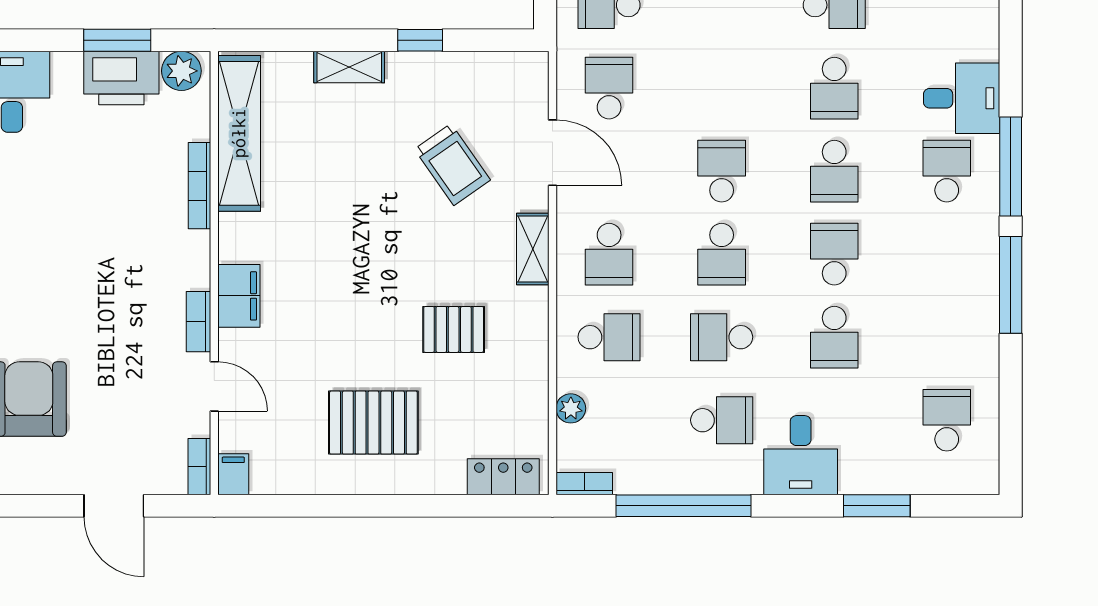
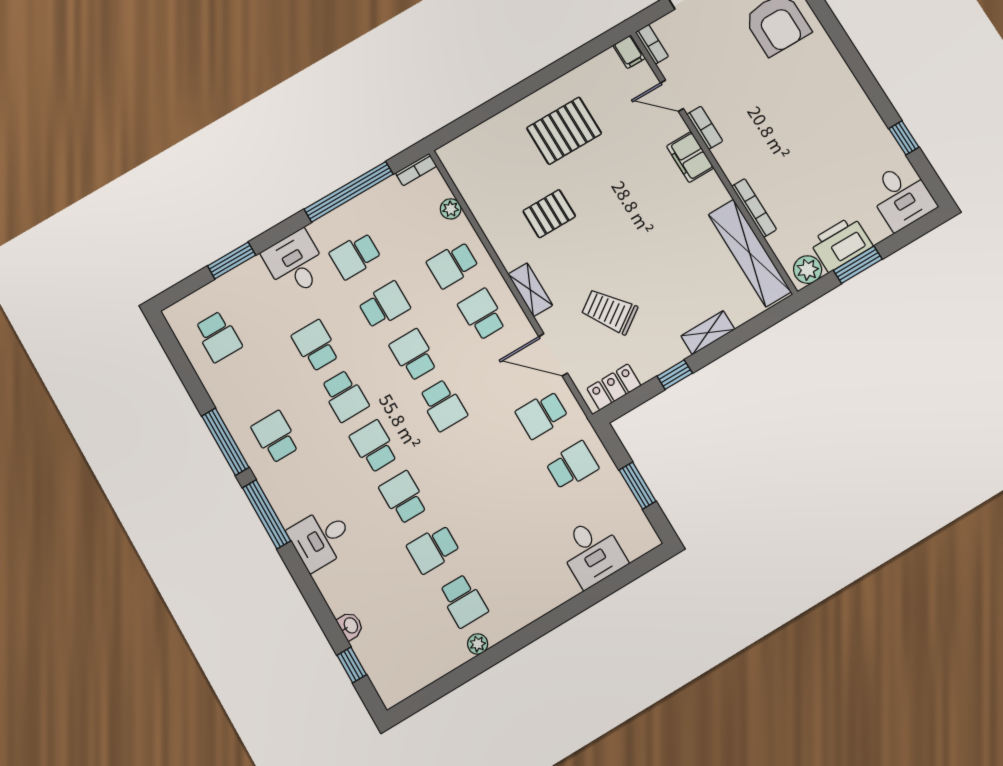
school desk: (609, 88) -> (542, 415), turned 90
school desk: (947, 171) -> (275, 437), moved, turned 180
locker: (503, 477) -> (614, 387), moved, turned 180

